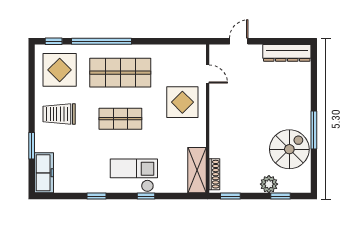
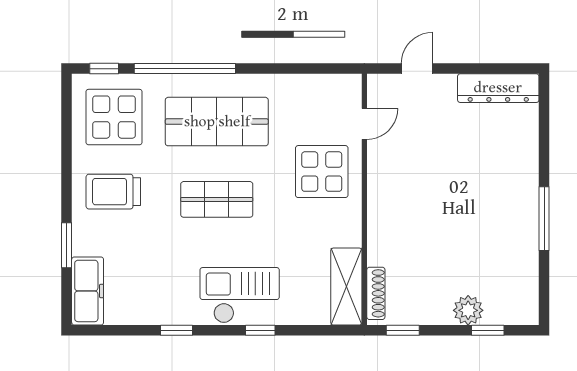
door: (208, 74) -> (364, 124), hinge flipped
spiral stairs: (289, 149) -> (503, 251), removed

